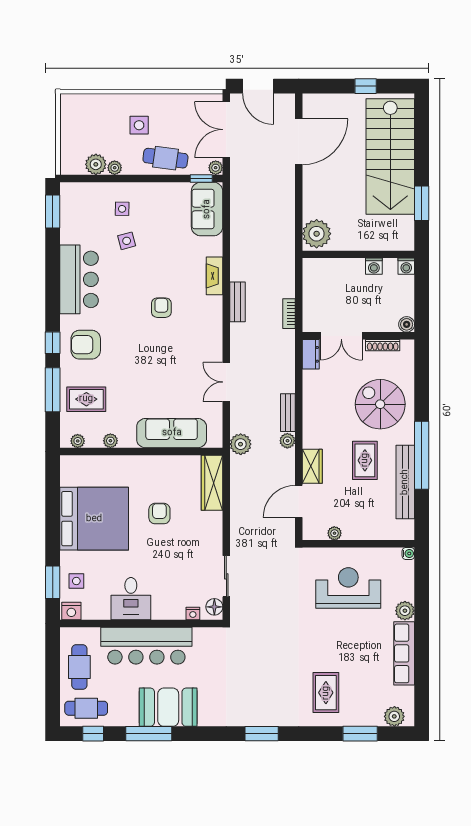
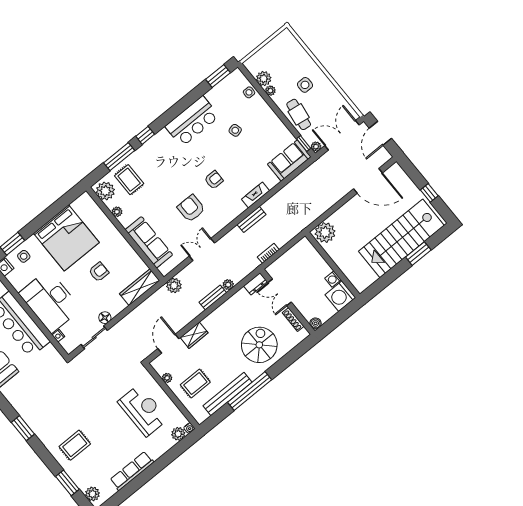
window: (422, 203) -> (418, 254), moved
side table: (122, 209) -> (249, 92), moved
washing machine: (406, 266) -> (340, 296), width x1.89, depth x1.89
armchair: (86, 345) -> (191, 208), moved
plant: (78, 441) -> (105, 191), width x1.88, depth x1.88
plant: (287, 441) -> (228, 285), moved
rug: (365, 460) -> (195, 384), moved
door: (299, 501) -> (168, 344), hinge flipped
desk: (131, 599) -> (50, 301), width x1.87, depth x1.30
floor lamp: (214, 607) -> (105, 318), moved
plant: (405, 611) -> (178, 434), moved

